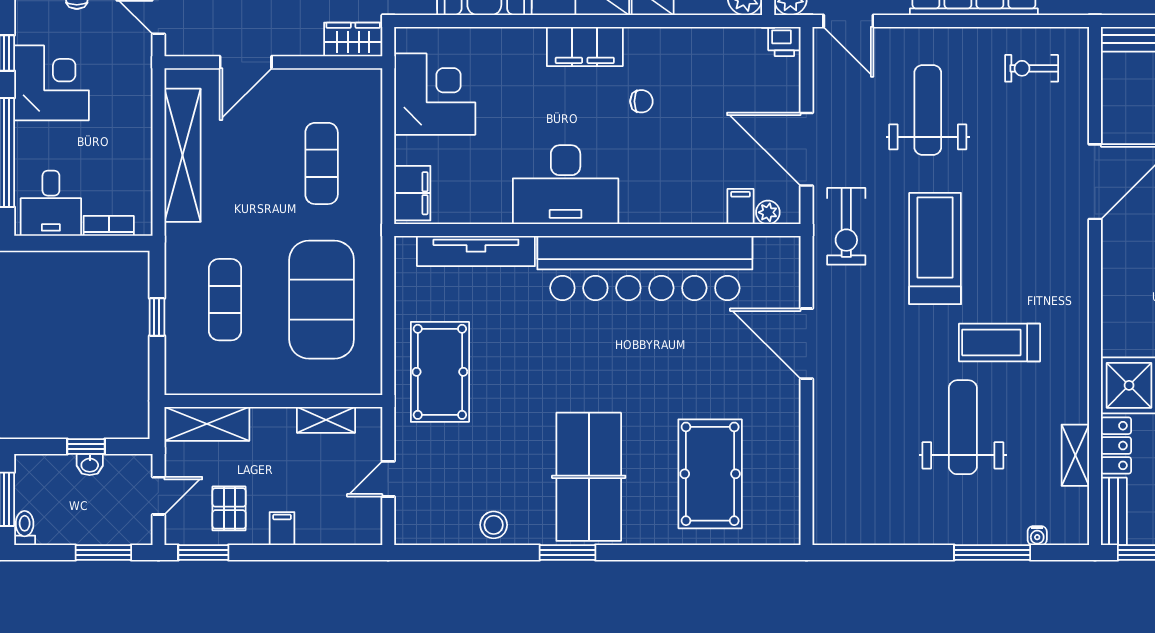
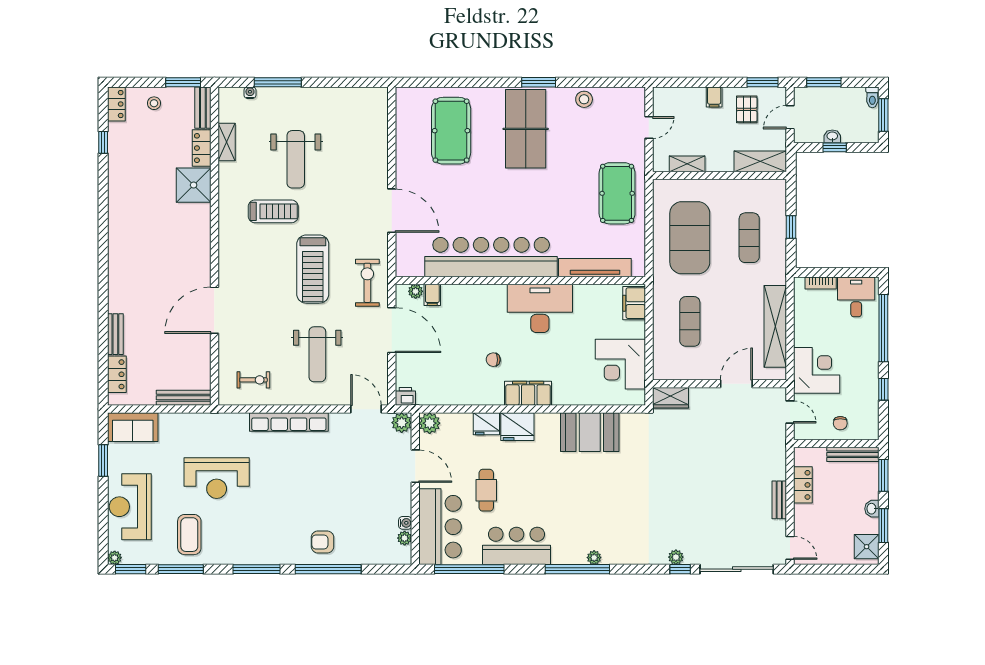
corner desk: (51, 83) -> (817, 370), moved, turned 180

